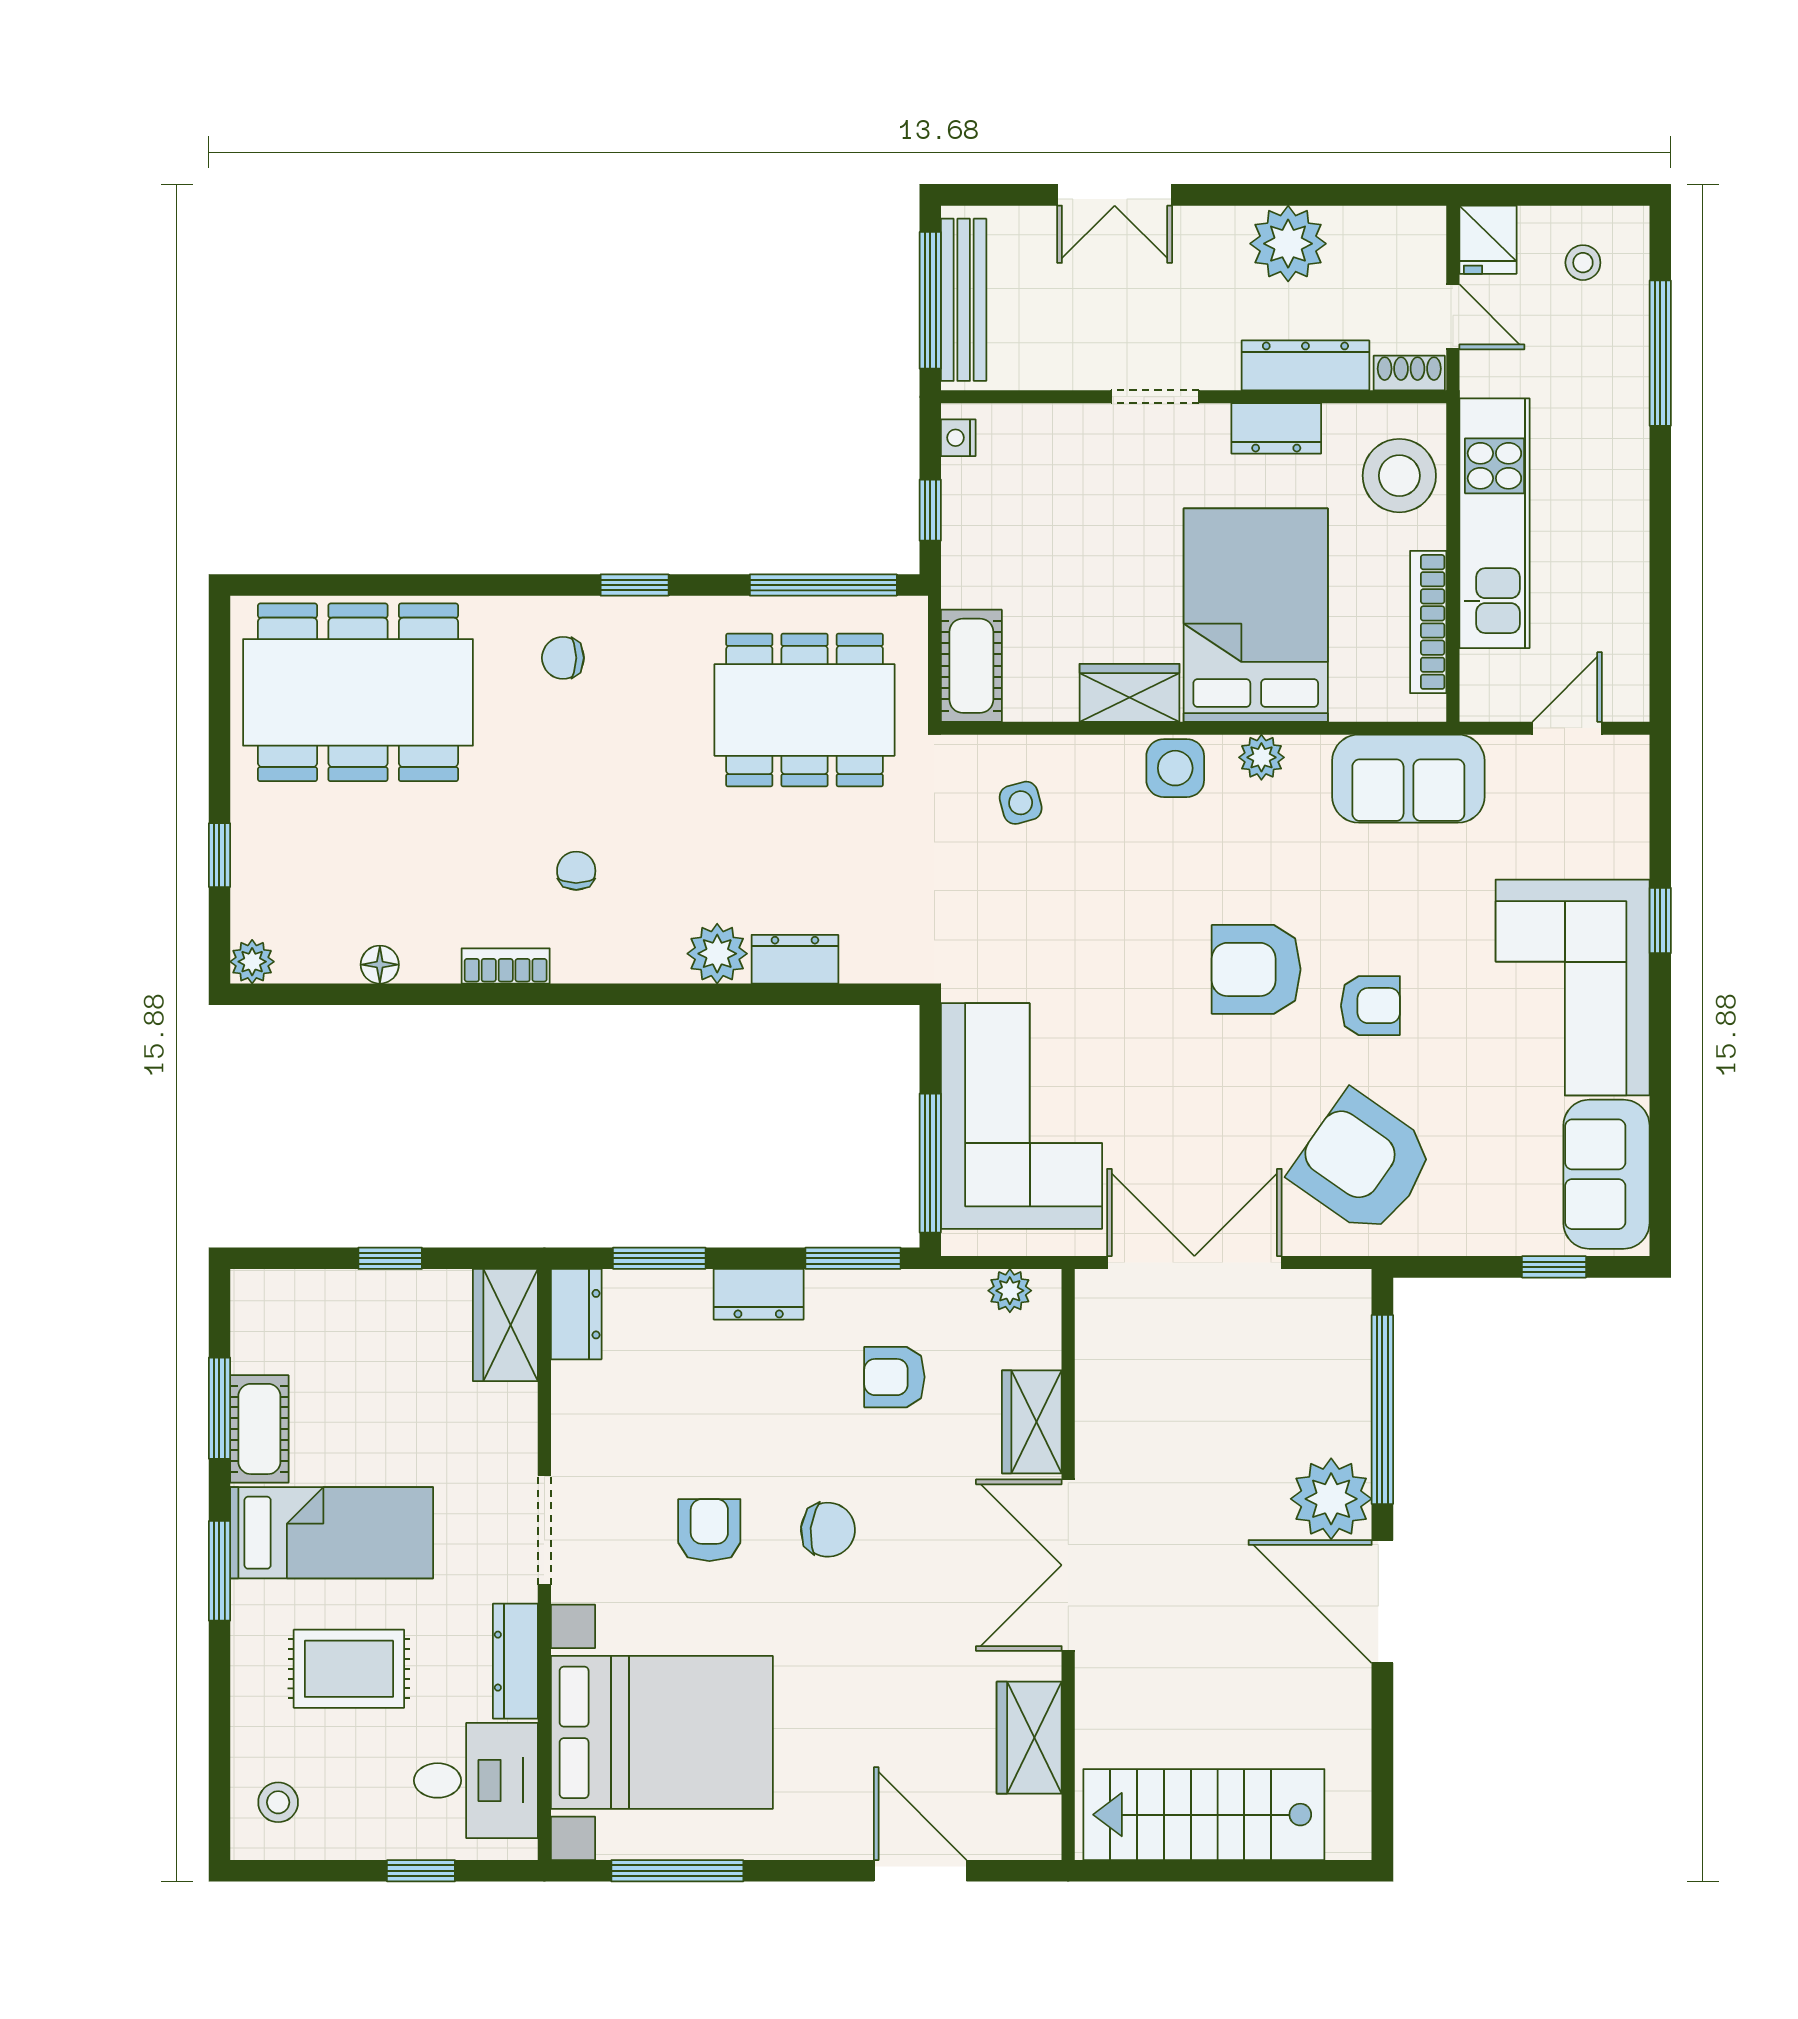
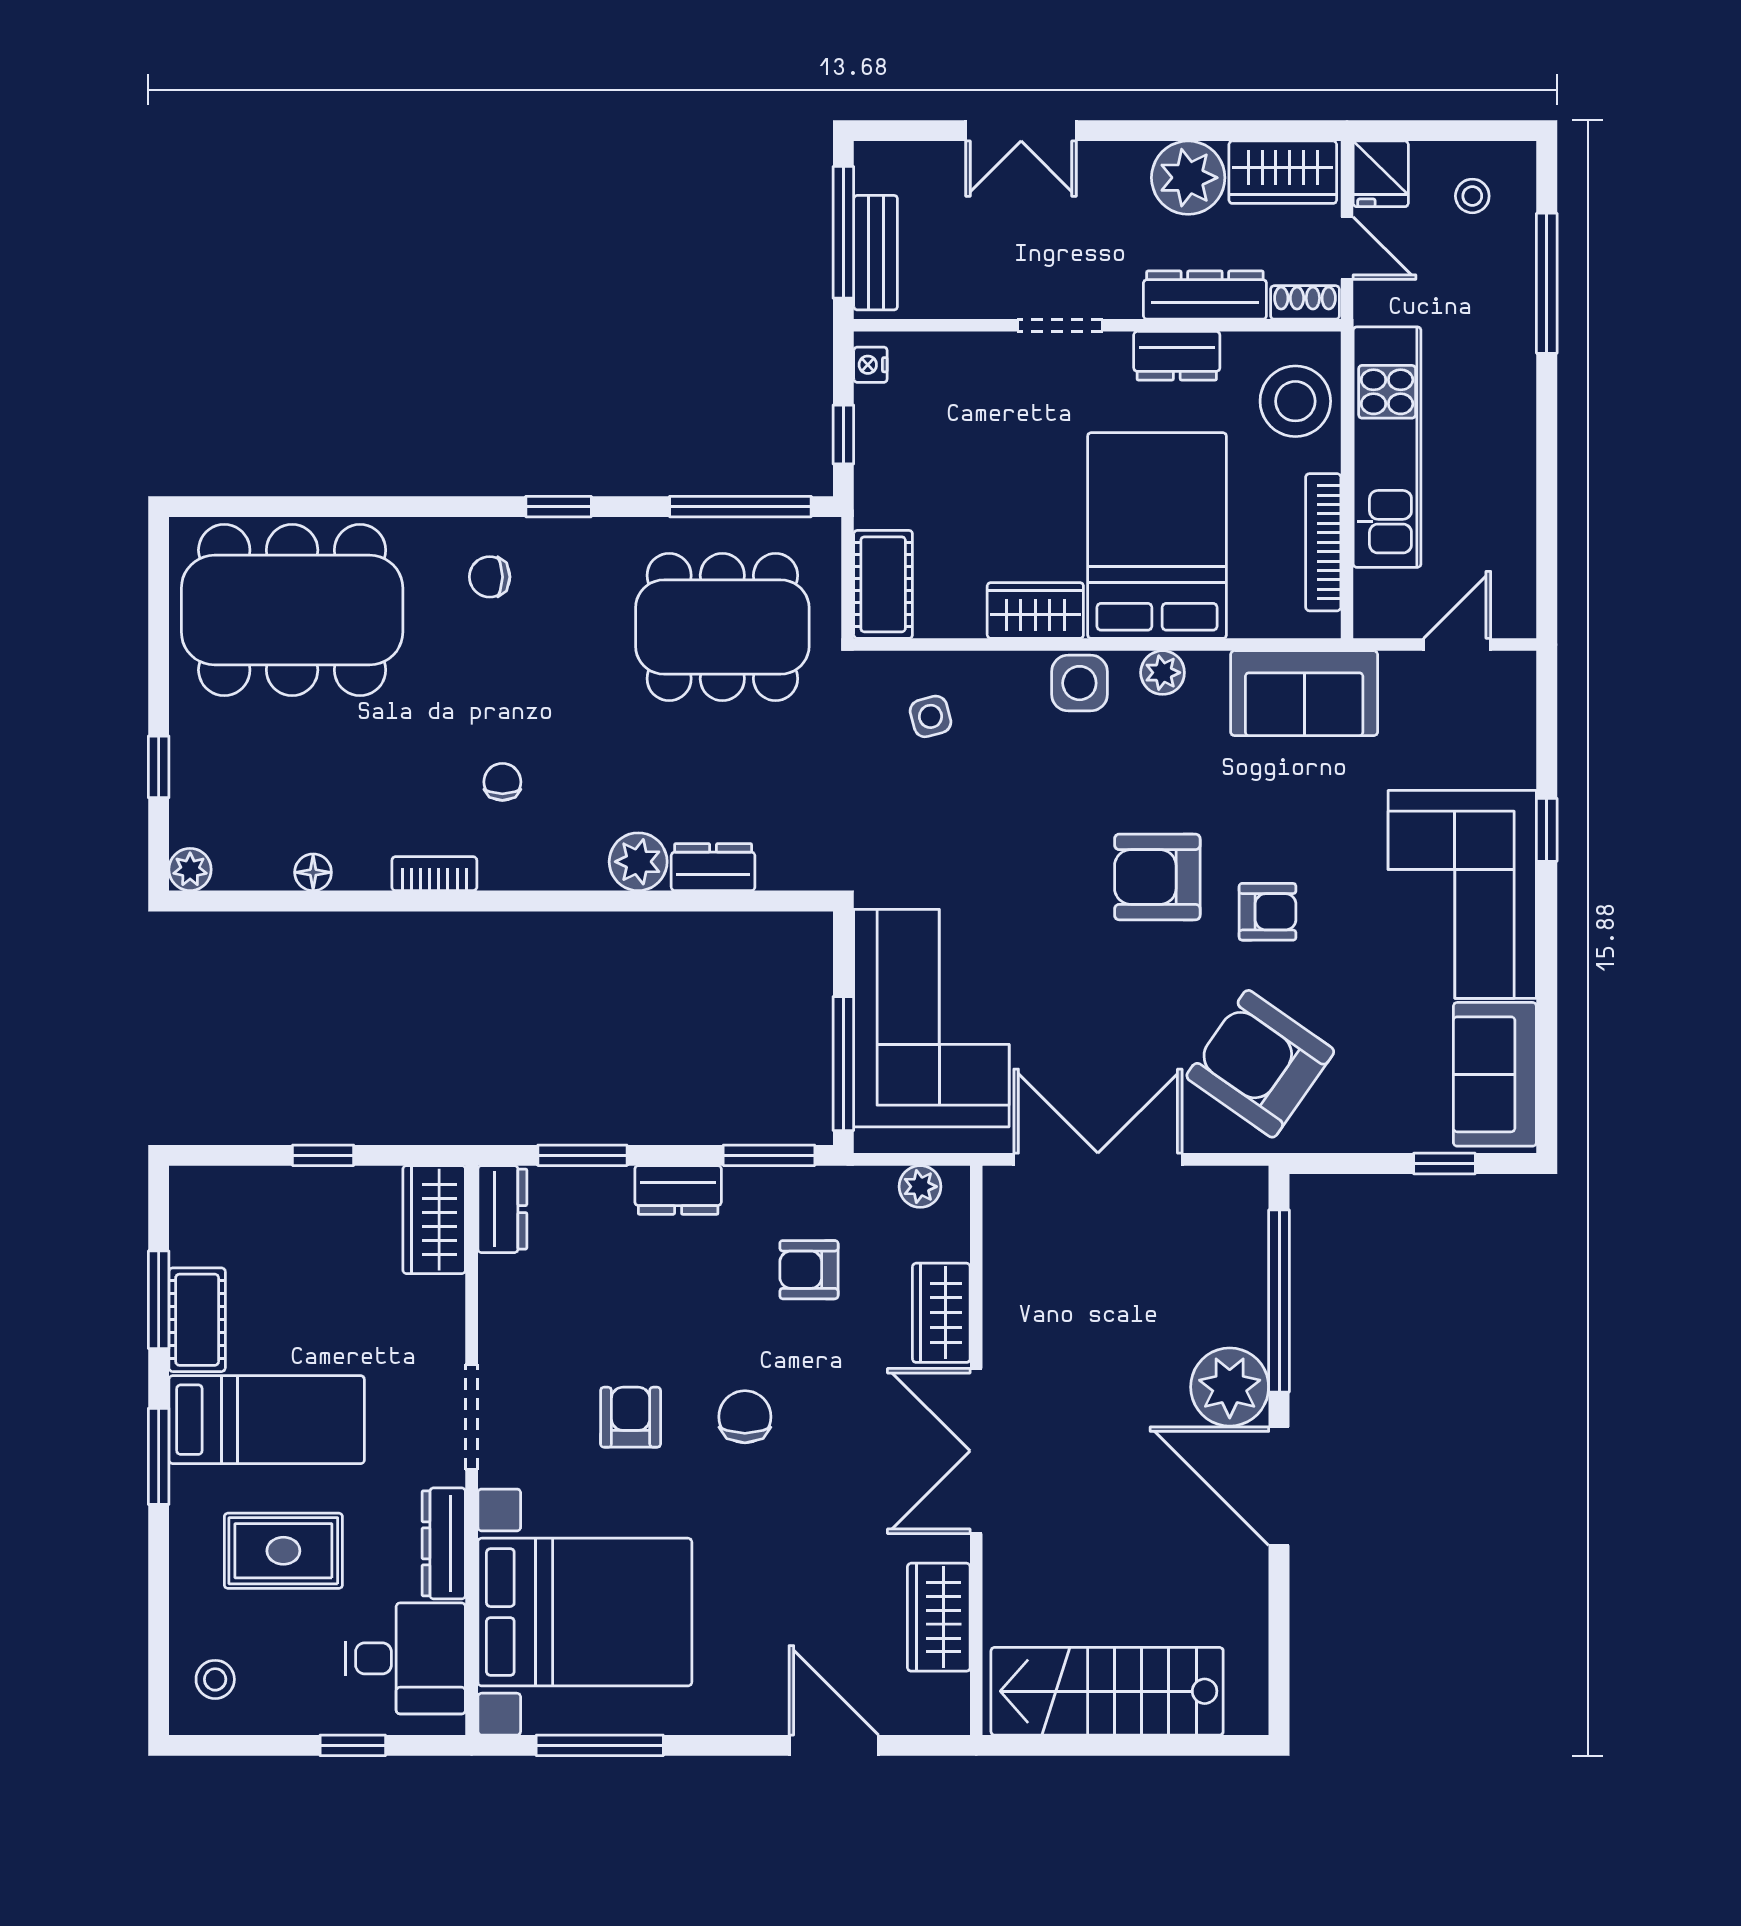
wardrobe: (1386, 238) -> (1283, 172), added
bench: (964, 300) -> (876, 253), width x0.73
chair: (828, 1530) -> (745, 1417), turned -96

